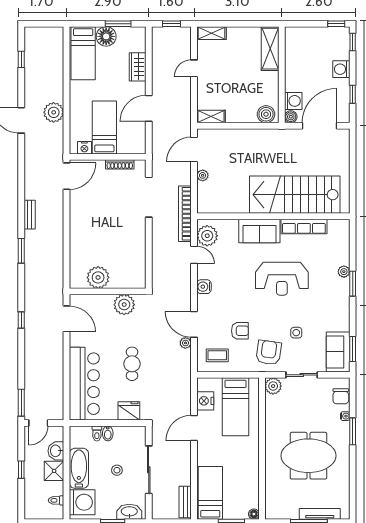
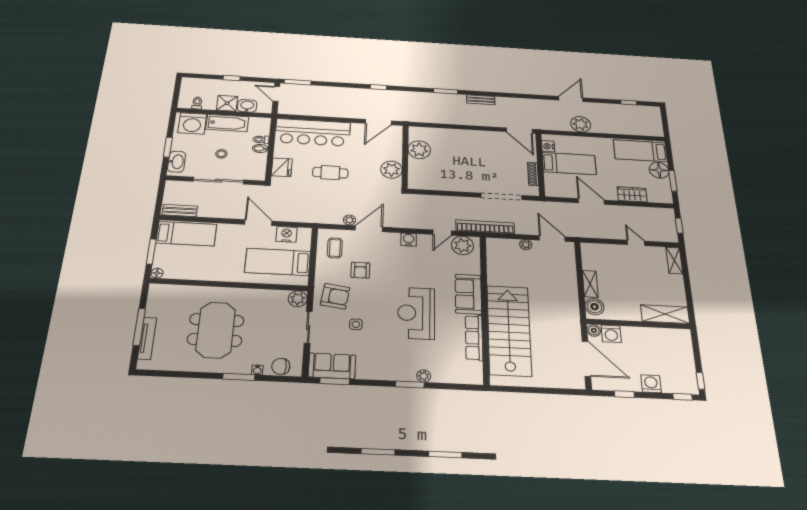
shelving: (211, 116) -> (590, 284), moved

